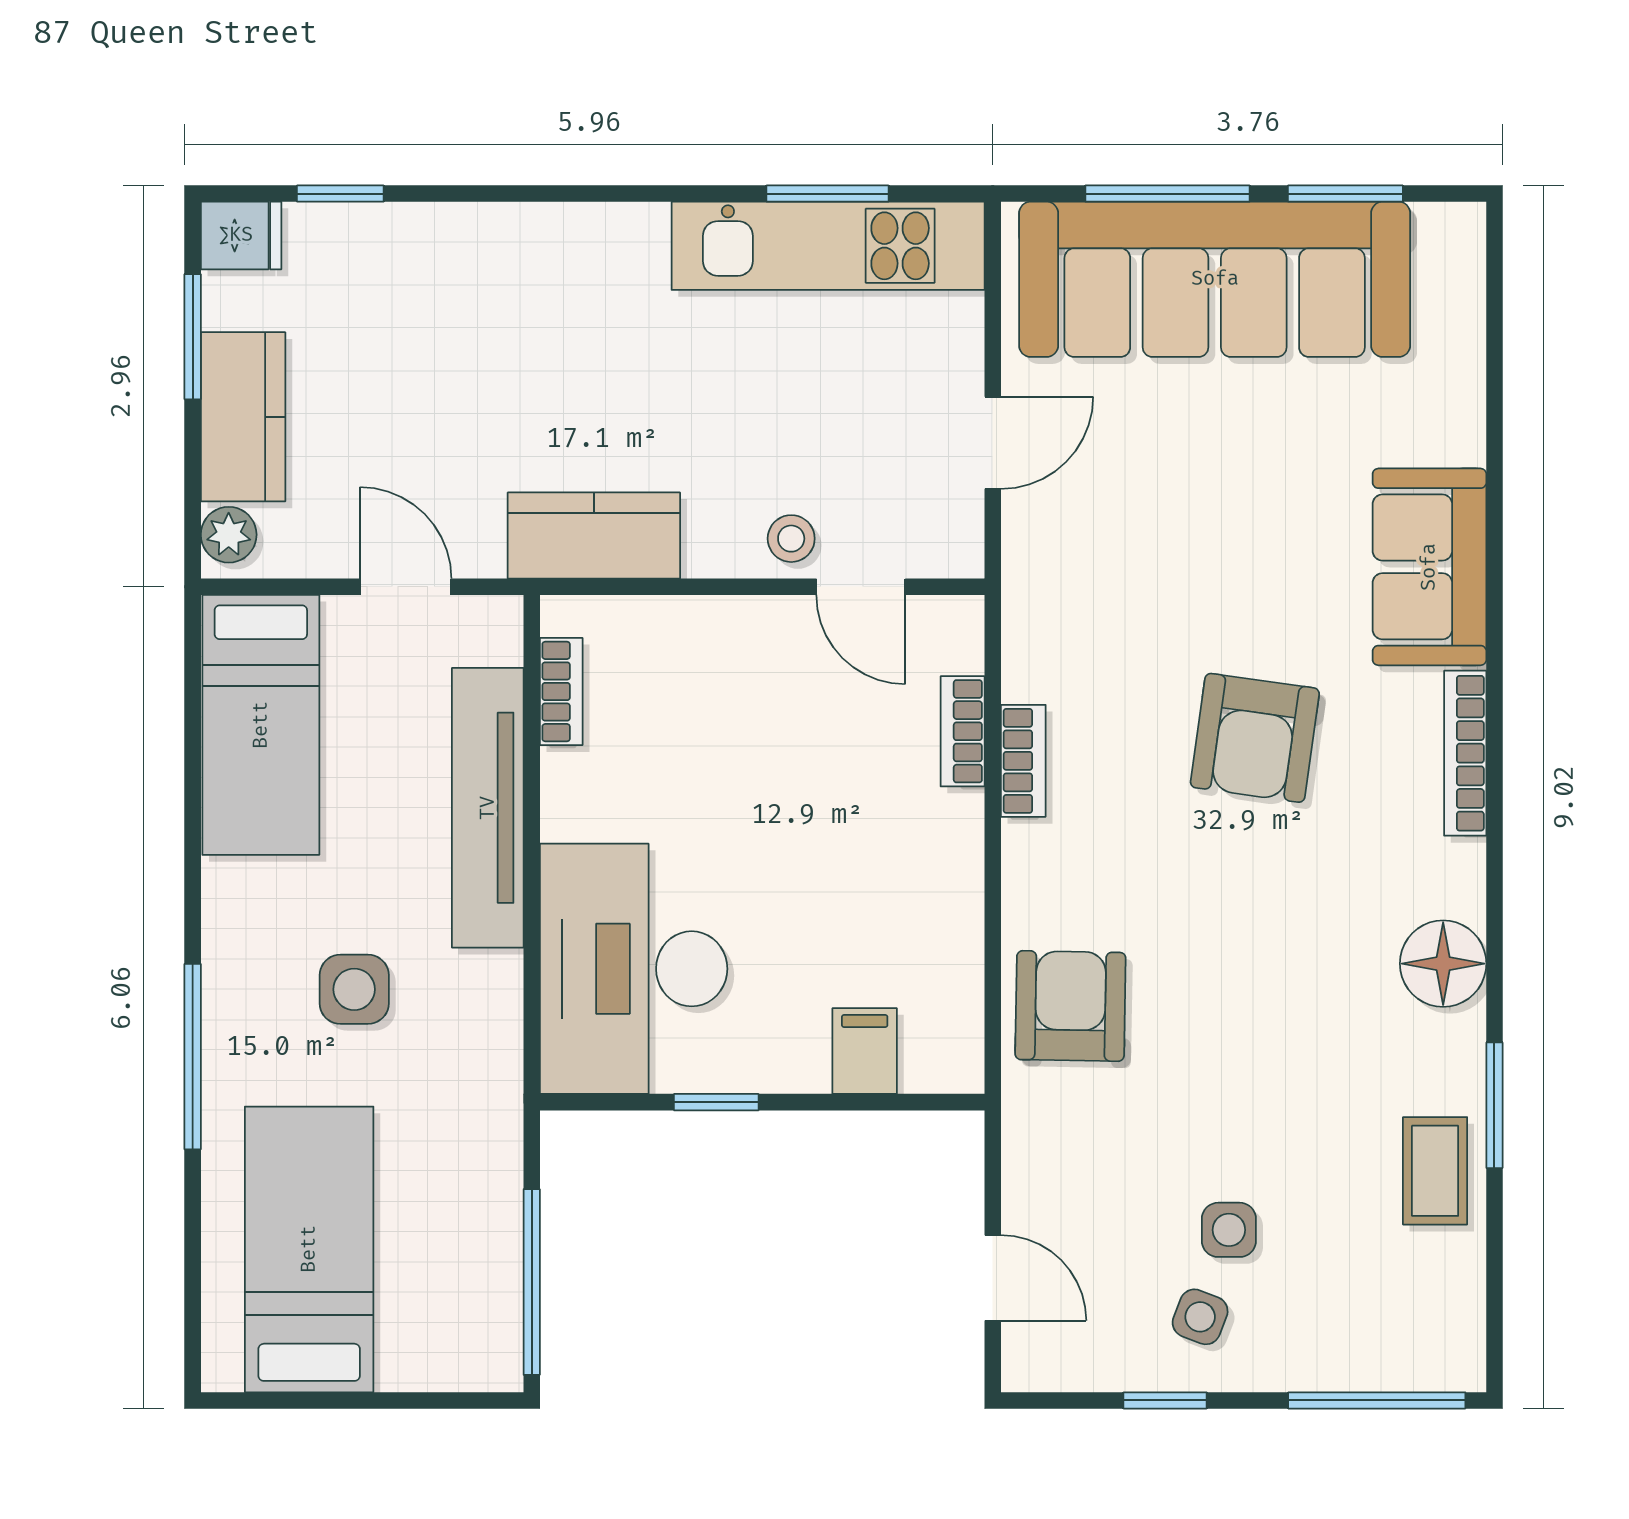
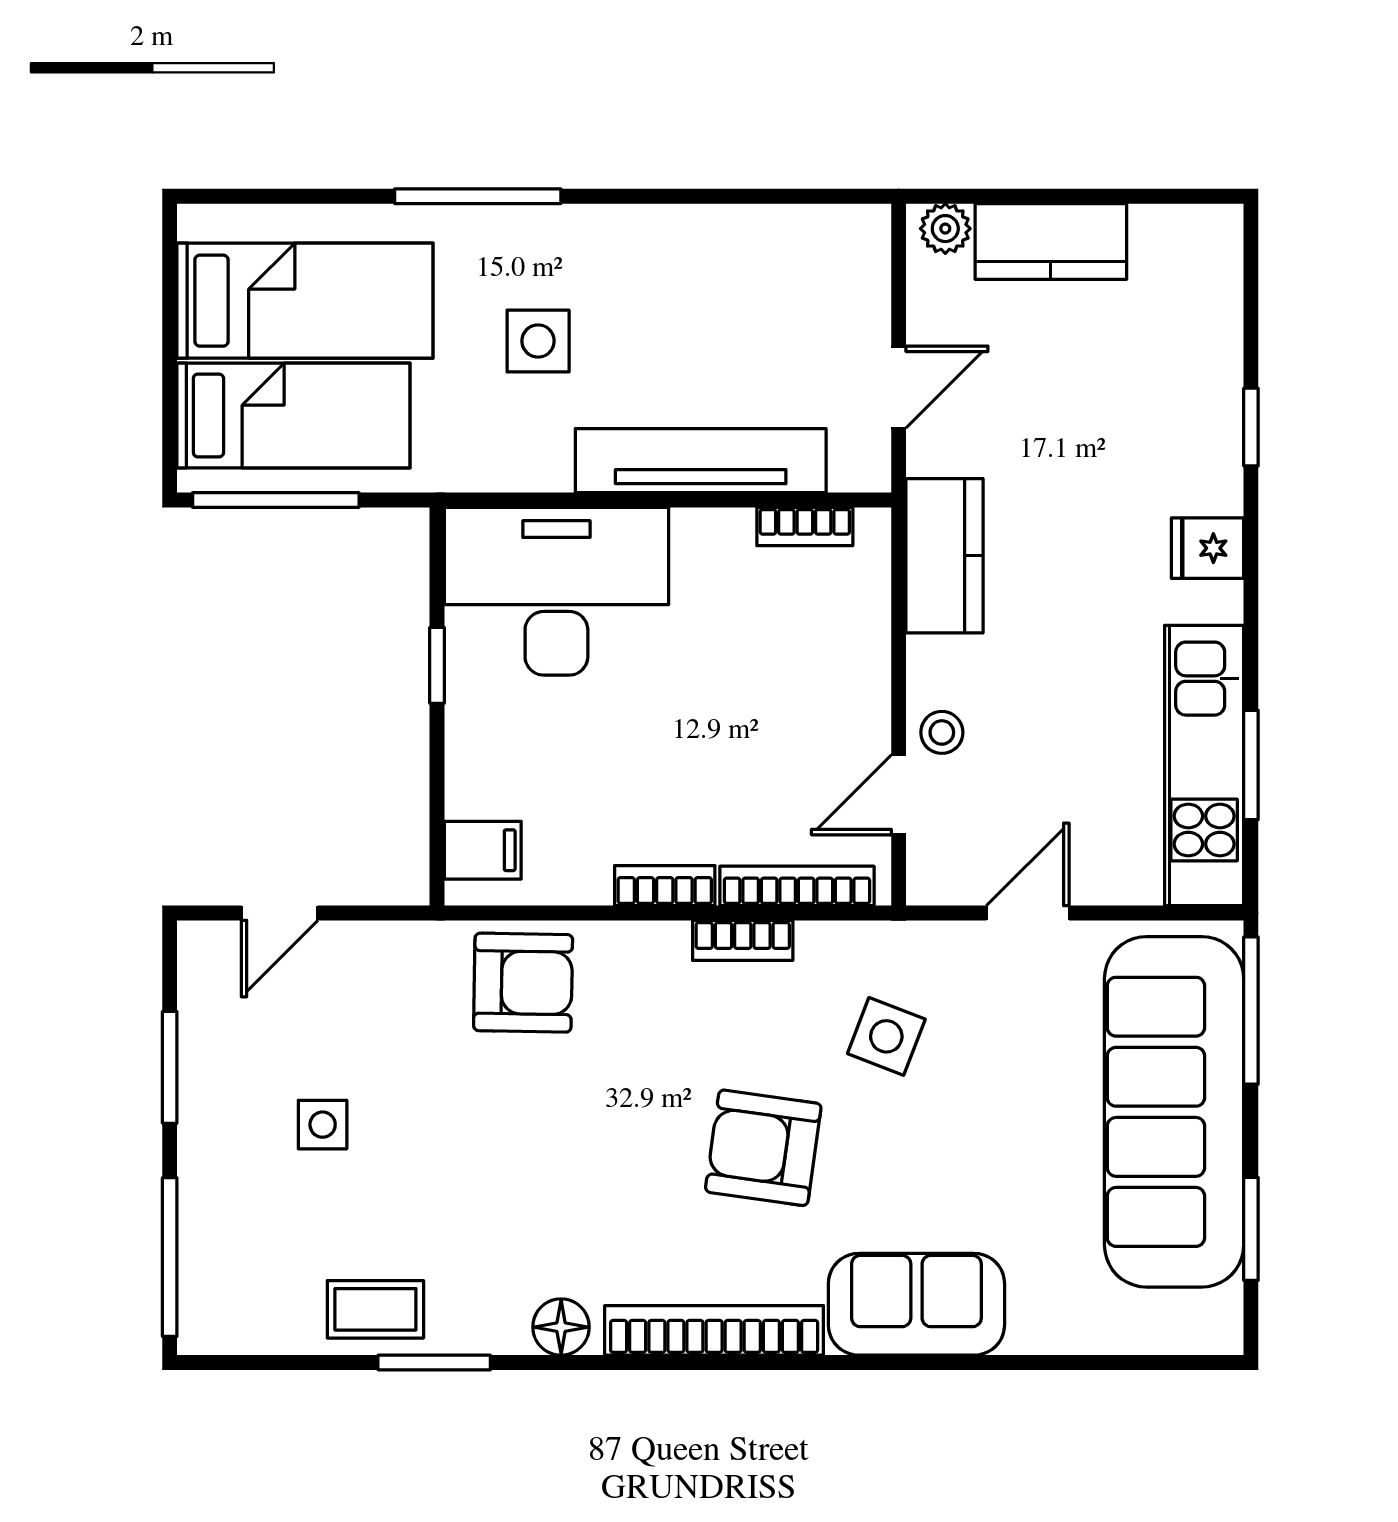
window: (340, 194) -> (1251, 427), moved
window: (1167, 194) -> (1251, 1011), moved
fridge: (241, 235) -> (1208, 548), moved, turned 90
window: (193, 337) -> (1123, 196), removed
door: (993, 443) -> (1028, 913), swing flipped
bed: (261, 725) -> (293, 415), moved, turned 180
bookcase: (963, 731) -> (797, 886), width x1.56
bookcase: (1465, 753) -> (714, 1330), width x1.48, depth x1.31
bookcase: (962, 848) -> (665, 886), added
floor lamp: (1443, 964) -> (561, 1327), width x0.73, depth x0.73
filing cabinet: (865, 1051) -> (483, 850), moved
side table: (1200, 1317) -> (886, 1036), moved, width x1.37, depth x1.37
window: (1165, 1400) -> (170, 1067), width x1.50

